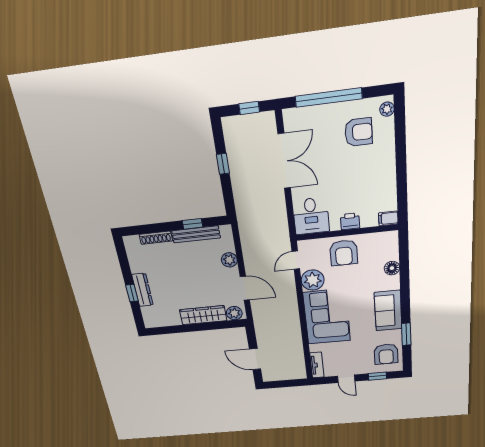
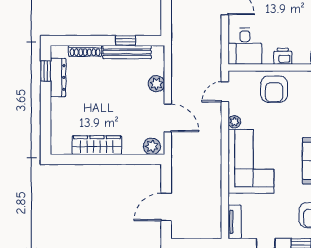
plant: (313, 280) -> (234, 122), width x0.53, depth x0.53
dresser: (143, 290) -> (58, 78), moved
window: (132, 293) -> (46, 71), moved
wardrobe: (203, 315) -> (97, 145), moved
door: (255, 359) -> (166, 207), hinge flipped

